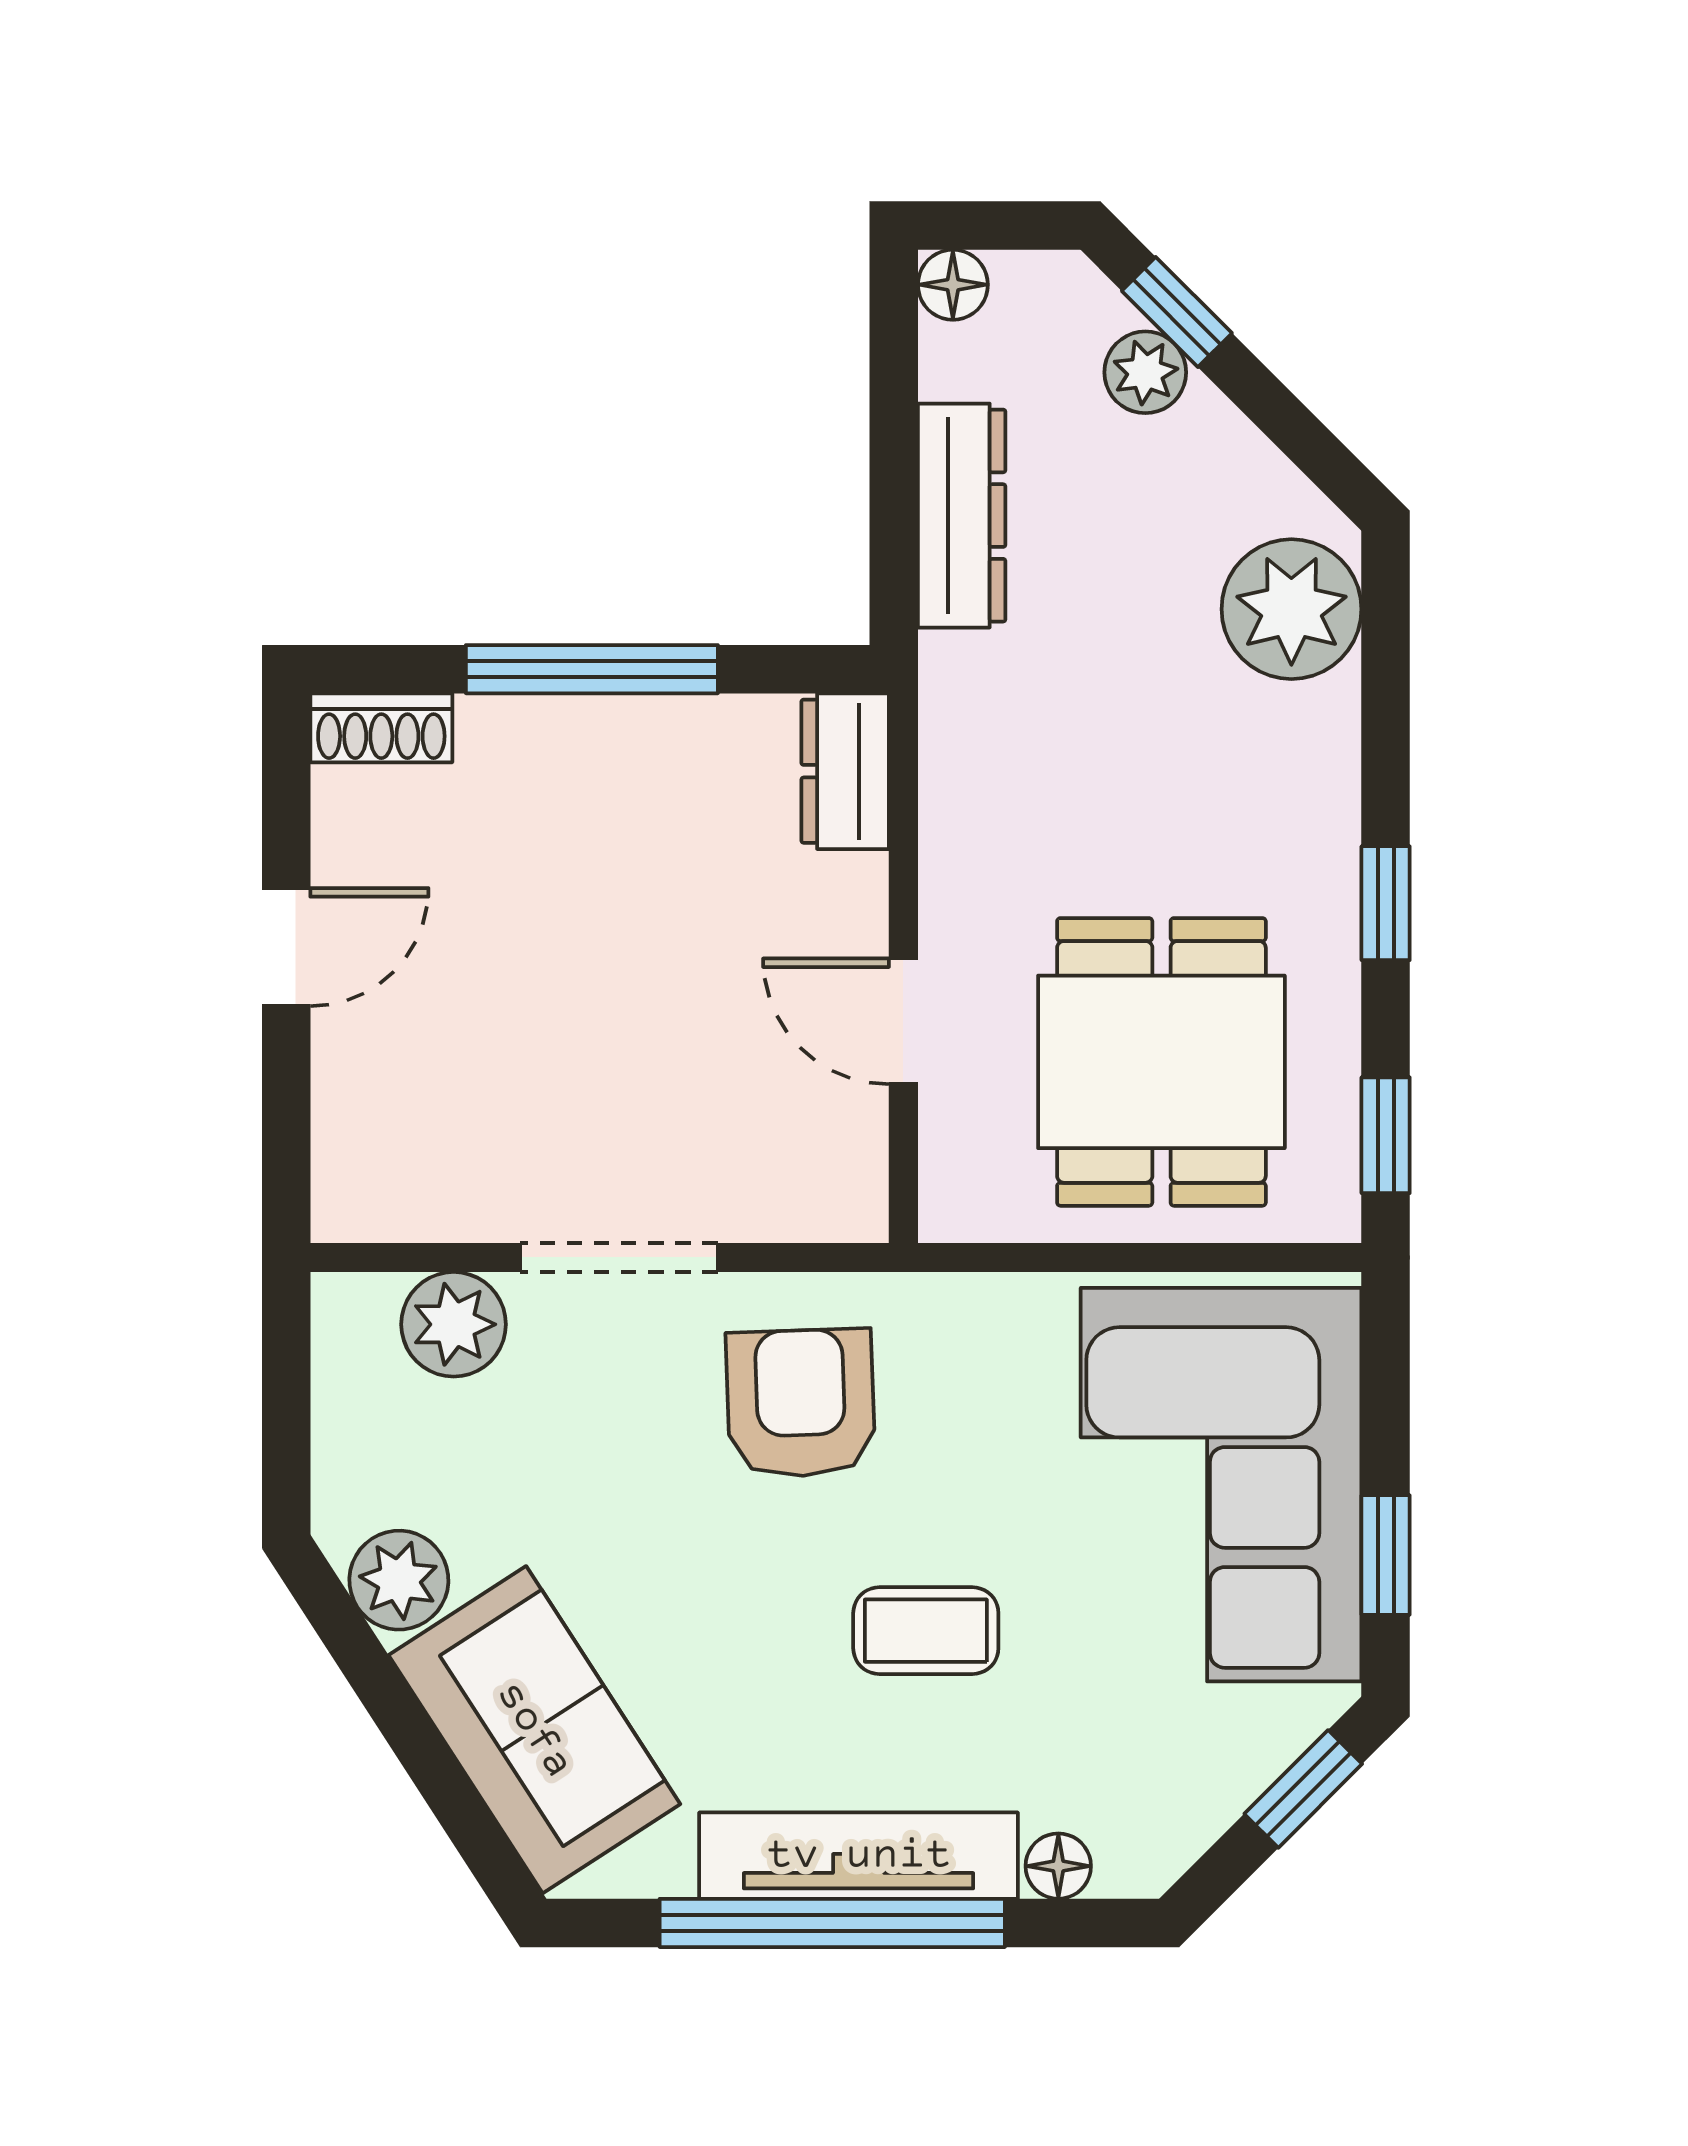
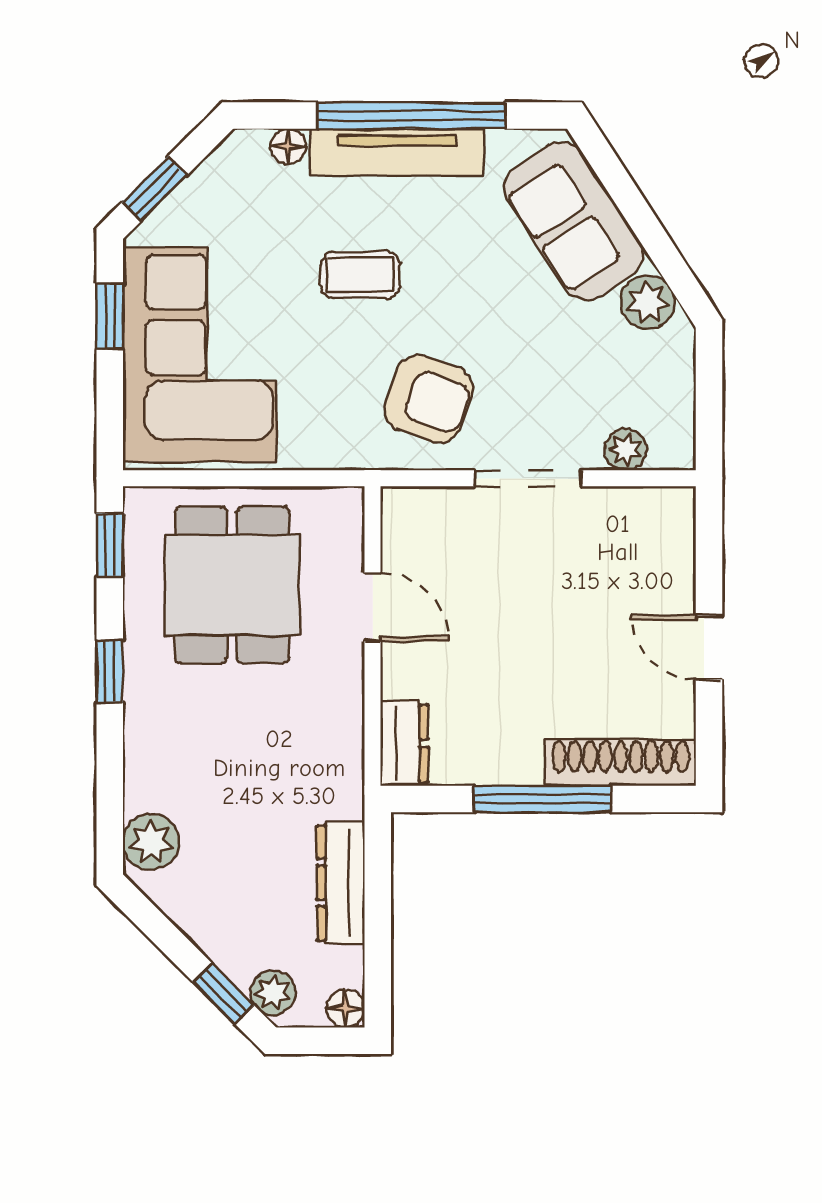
plant: (1145, 372) -> (273, 993), moved
plant: (1291, 609) -> (151, 842), width x0.73, depth x0.73
shoe rack: (381, 728) -> (621, 763), width x1.94, depth x1.24
door: (286, 947) -> (709, 647), hinge flipped
plant: (454, 1324) -> (626, 450), width x0.73, depth x0.73
armchair: (801, 1403) -> (429, 399), turned -68

